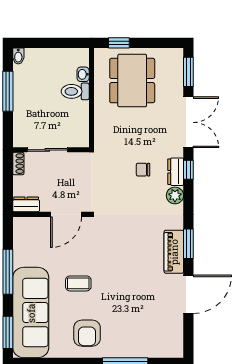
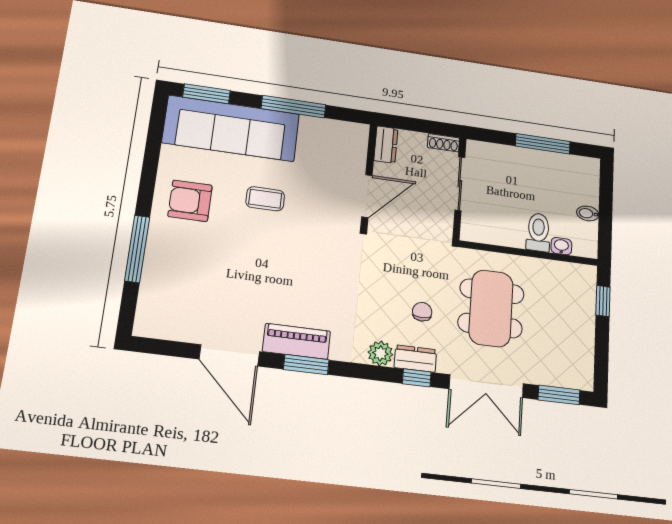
bidet: (18, 56) -> (588, 213), moved
dining table: (132, 81) -> (491, 308), moved, turned 90
door: (66, 214) -> (367, 196), swing flipped
coffee table: (78, 283) -> (265, 199), turned 90

